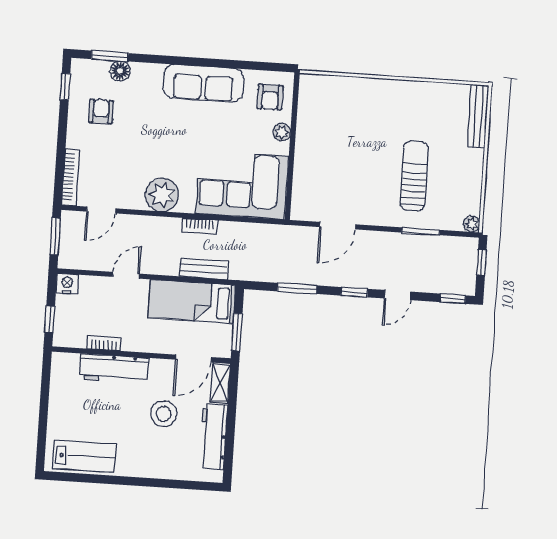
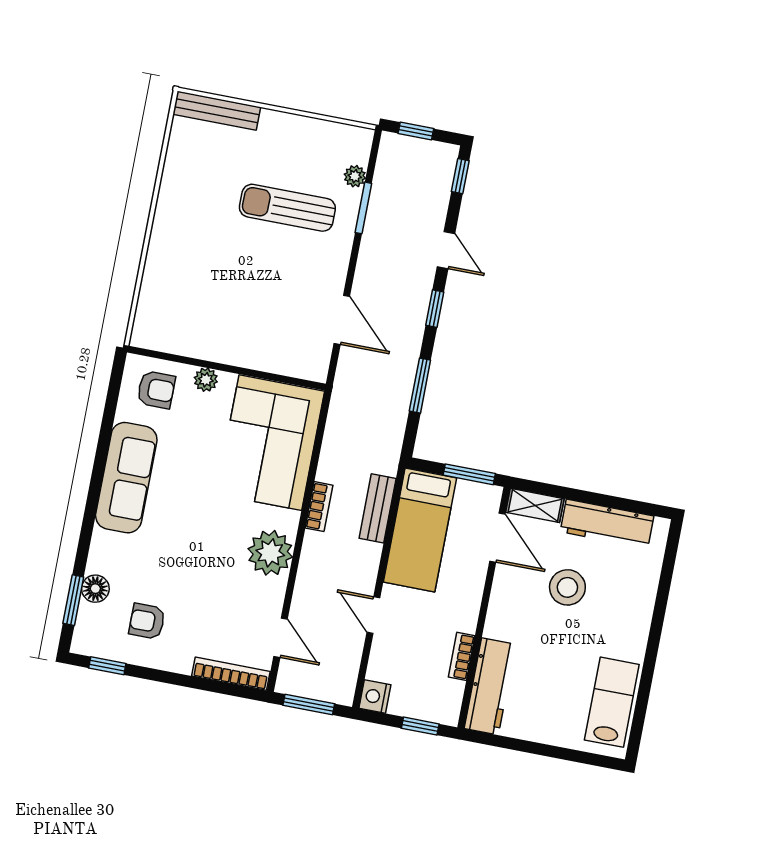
plant: (472, 224) -> (355, 176), moved
workbench: (114, 368) -> (490, 686), moved

